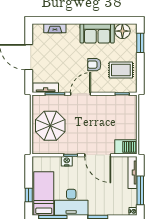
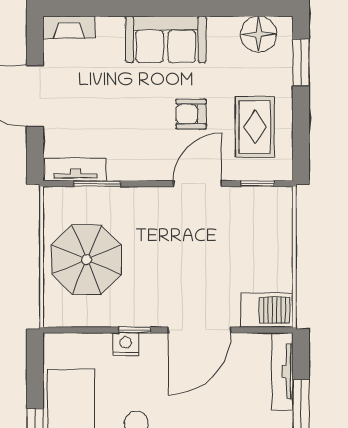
fireplace: (55, 28) -> (69, 27), moved
sofa: (97, 33) -> (166, 39), moved
rug: (121, 70) -> (255, 127), turned 90
door: (80, 94) -> (198, 184), moved
door: (98, 155) -> (199, 330), hinge flipped

